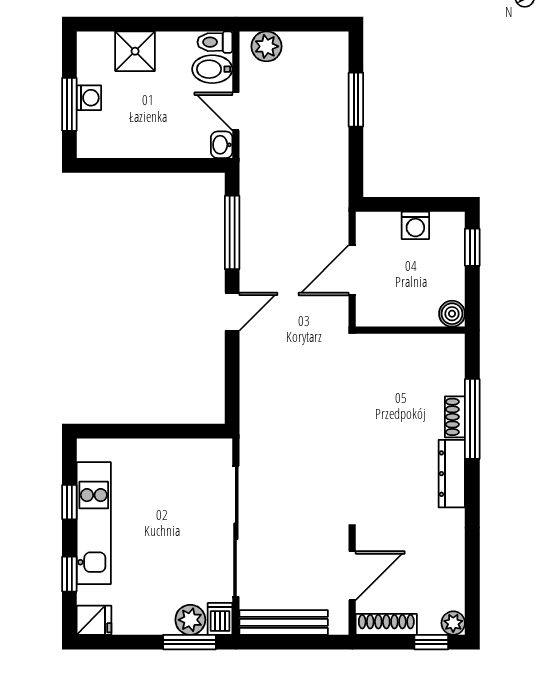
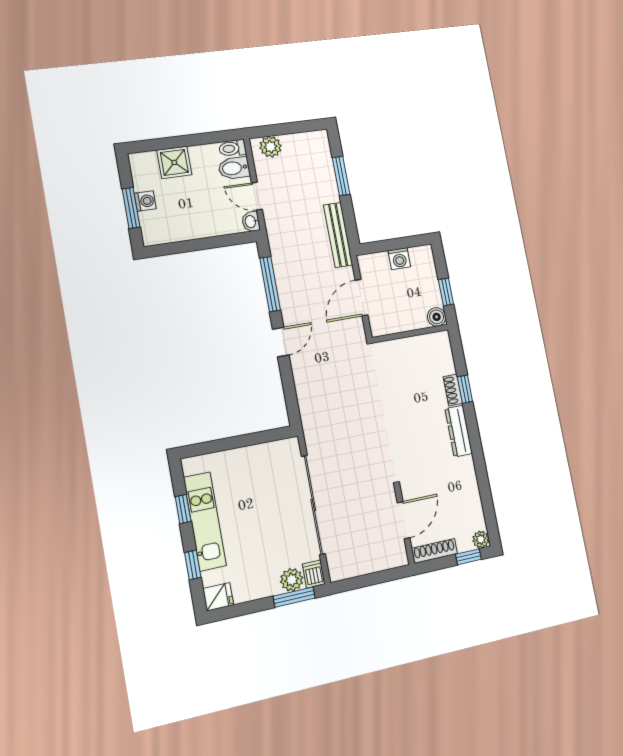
window: (472, 247) -> (446, 292), moved
window: (472, 419) -> (465, 389), width x0.46
bench: (284, 622) -> (338, 235), moved, turned 90

